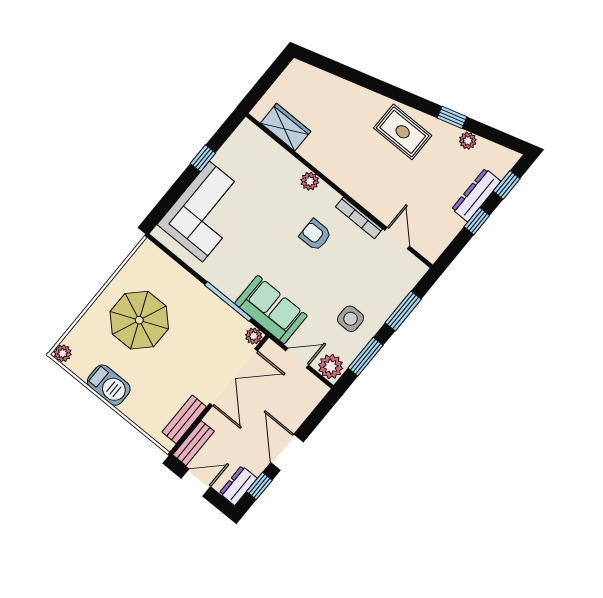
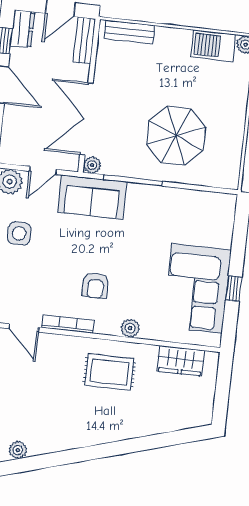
window: (452, 117) -> (44, 461), removed
rug: (403, 132) -> (109, 372), moved
corner sofa: (206, 211) -> (197, 288), moved
armchair: (315, 235) -> (96, 285), turned 90
parasol: (139, 320) -> (176, 136), moved
barbecue: (109, 385) -> (213, 46), moved
bench: (184, 419) -> (129, 32), moved, turned 90

